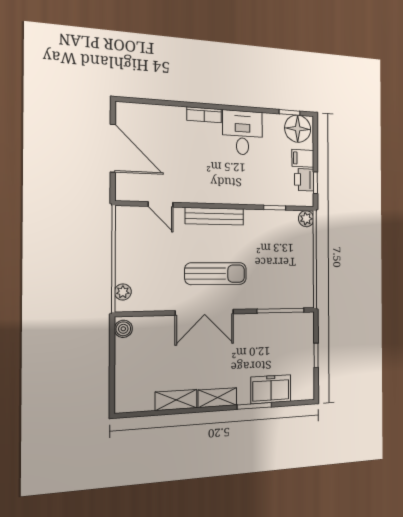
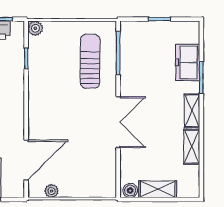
door: (161, 204) -> (26, 160), width x1.87
bench: (215, 216) -> (35, 113), removed
sun lounger: (216, 274) -> (90, 61), moved
plant: (123, 292) -> (52, 191), moved
shelving: (125, 362) -> (158, 189), added

